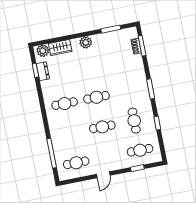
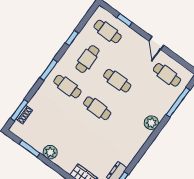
plant: (86, 42) -> (50, 152), moved
cafe table: (65, 104) -> (67, 87), moved
plant: (54, 124) -> (151, 123), added
door: (103, 175) -> (156, 43), swing flipped

